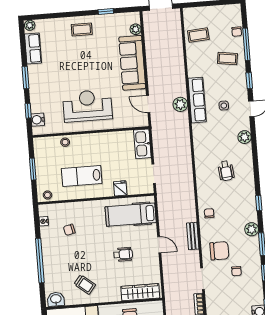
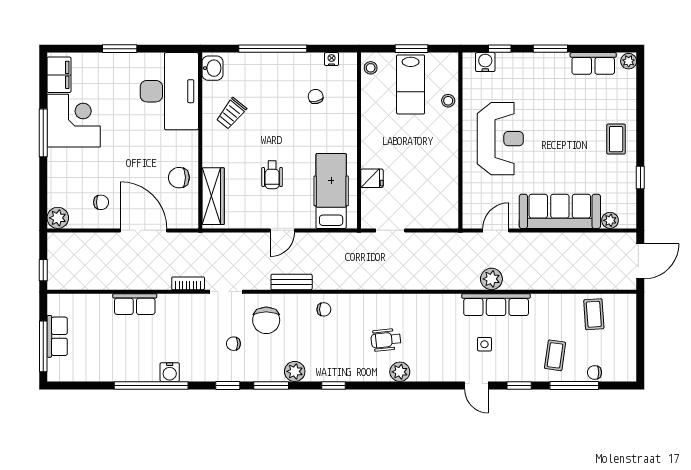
plant: (245, 137) -> (400, 372), moved
kitchen sink: (142, 144) -> (437, 217), removed
lab bench: (82, 176) -> (411, 84), moved, turned 180

